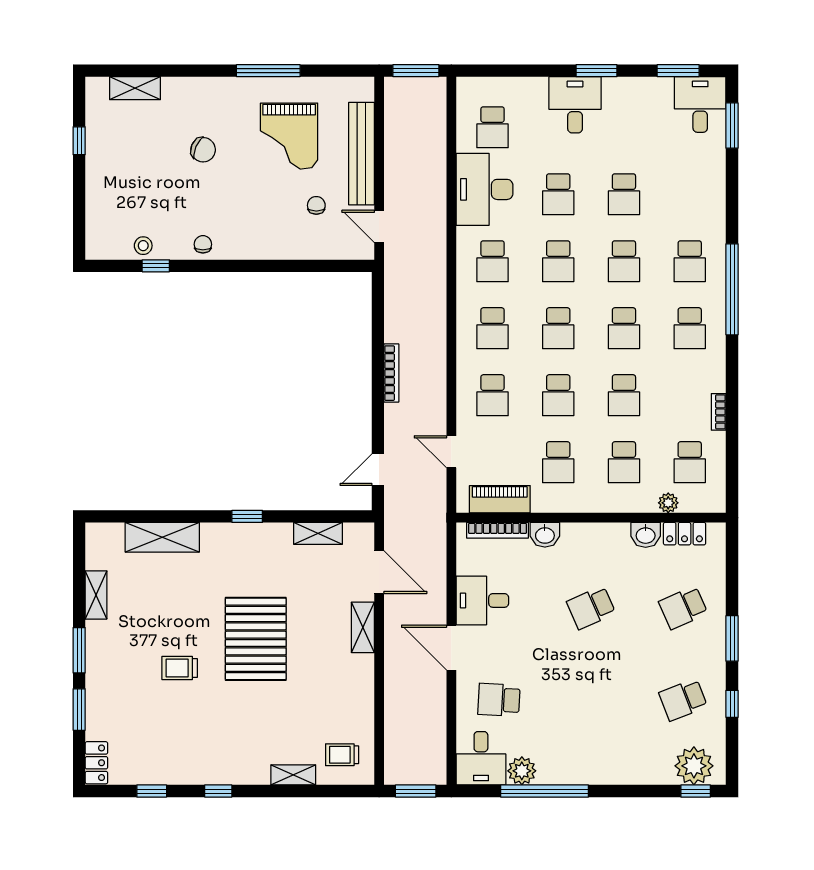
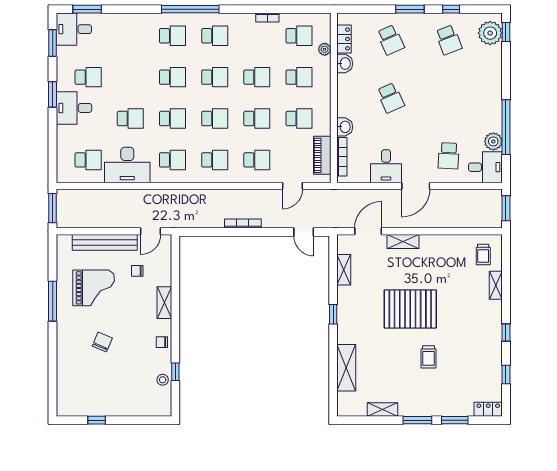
shelving: (135, 88) -> (164, 303), moved
school desk: (624, 194) -> (88, 77), moved

